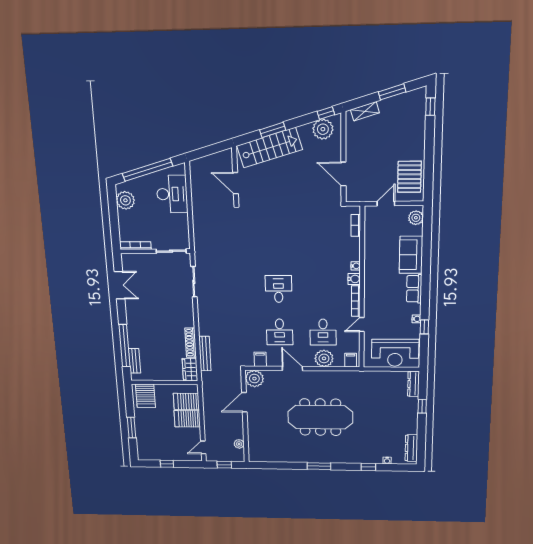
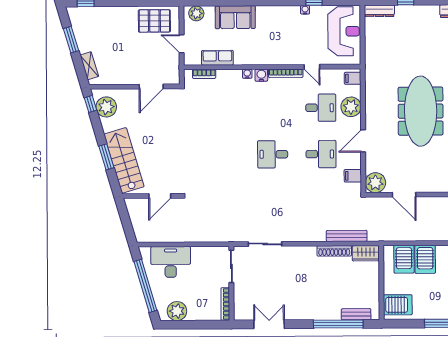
row of seats: (414, 289) -> (217, 58), moved, turned 180

